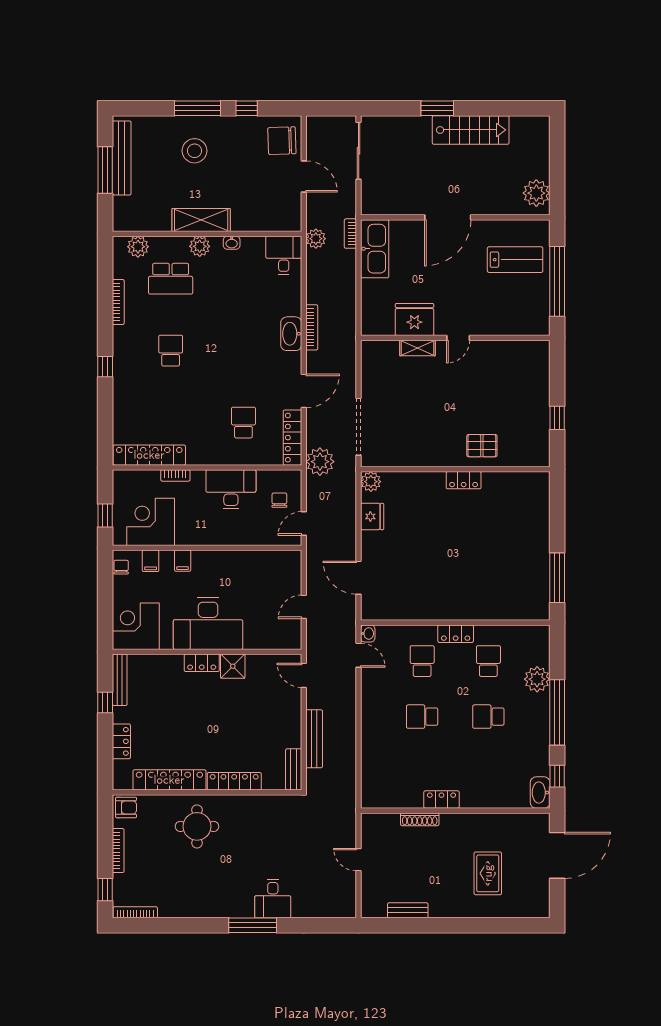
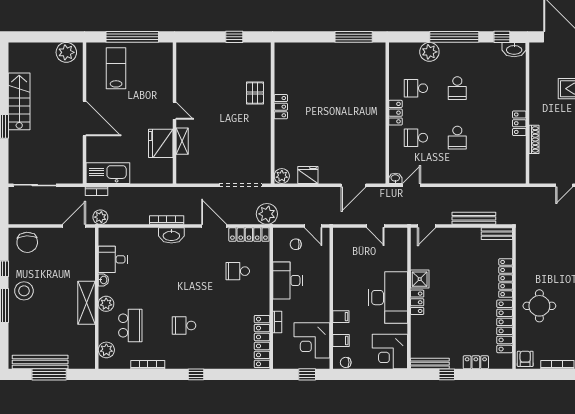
stool: (194, 151) -> (24, 291), moved
door: (304, 176) -> (74, 226), moved
desk: (284, 255) -> (113, 259), moved

